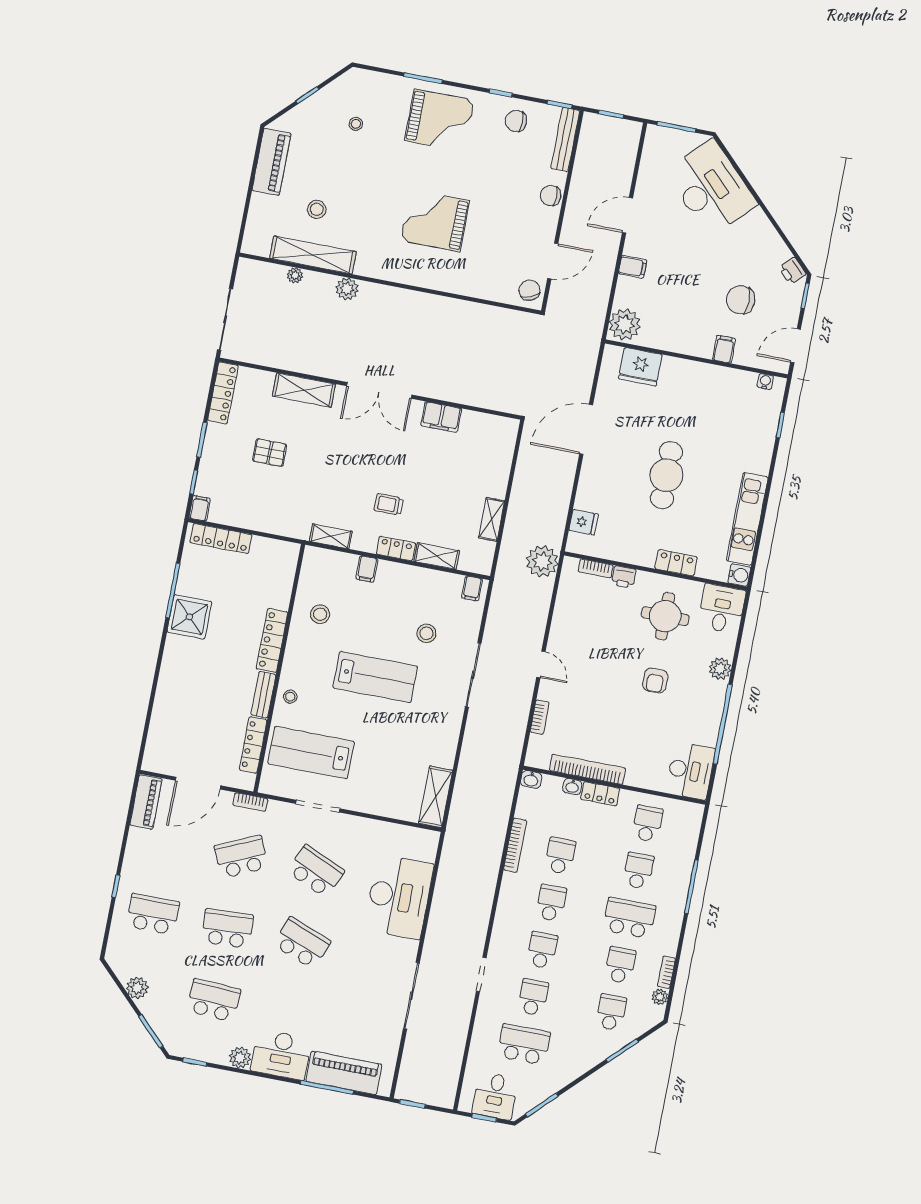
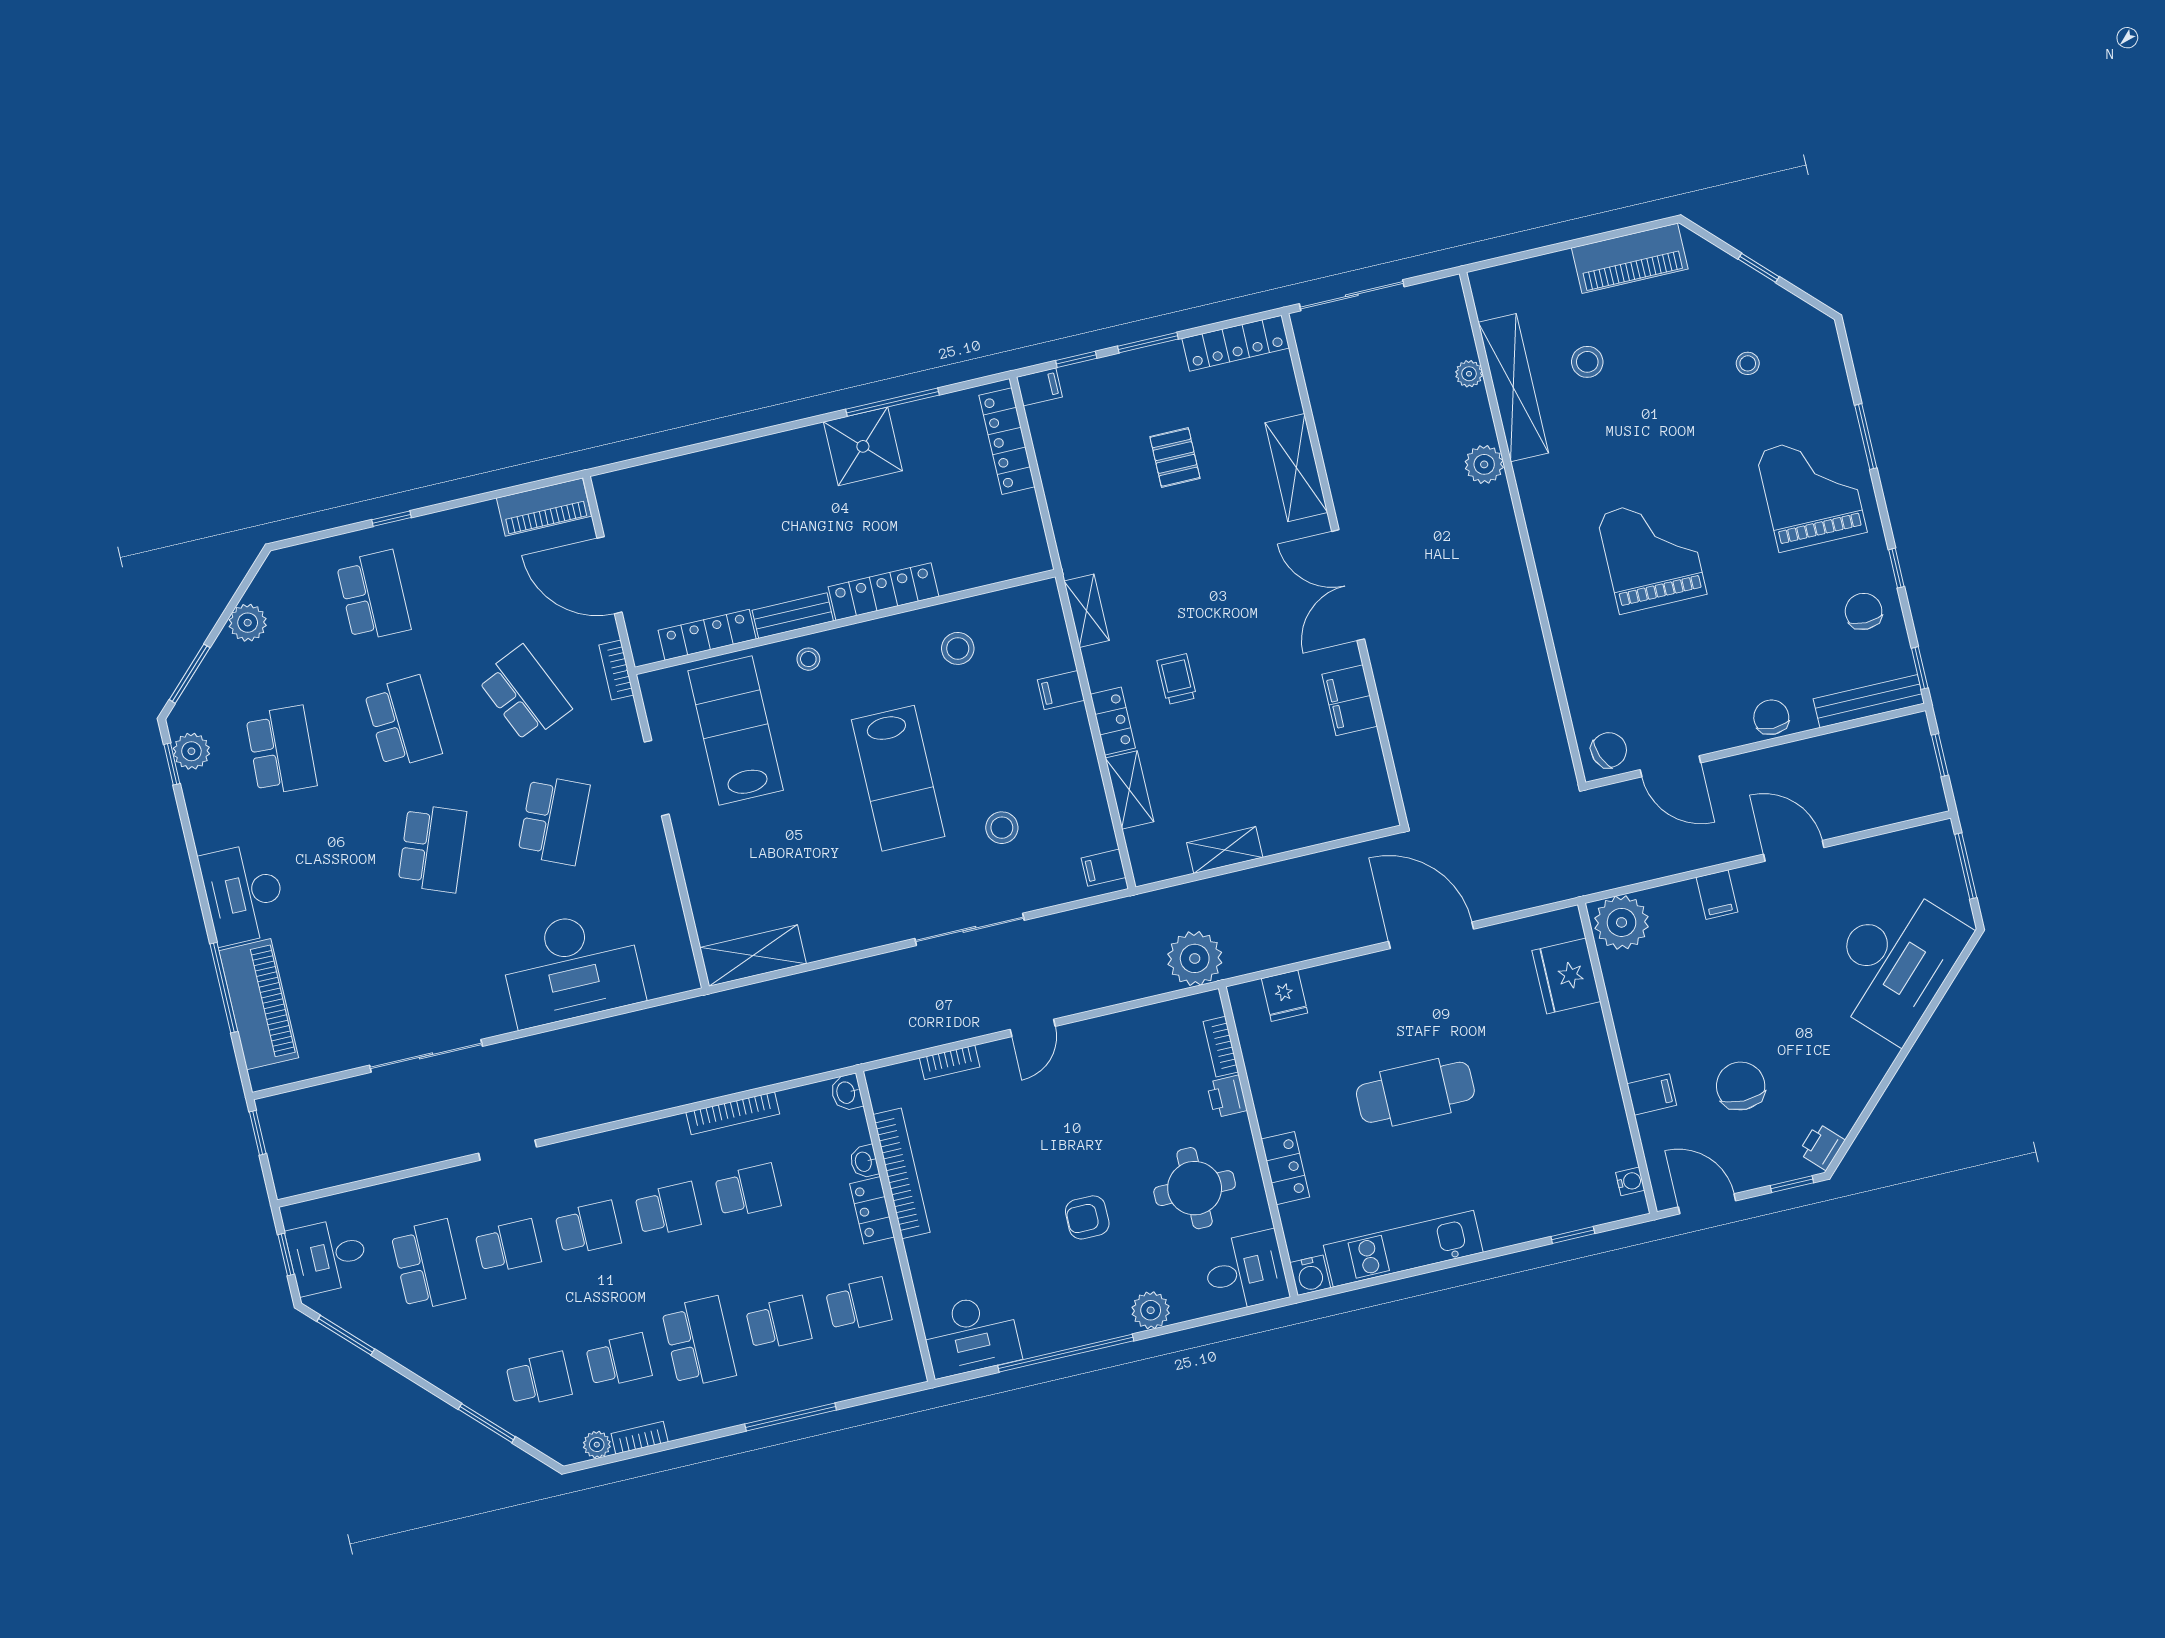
grand piano: (440, 120) -> (1811, 492), turned 180
plant: (240, 1058) -> (191, 751), moved

